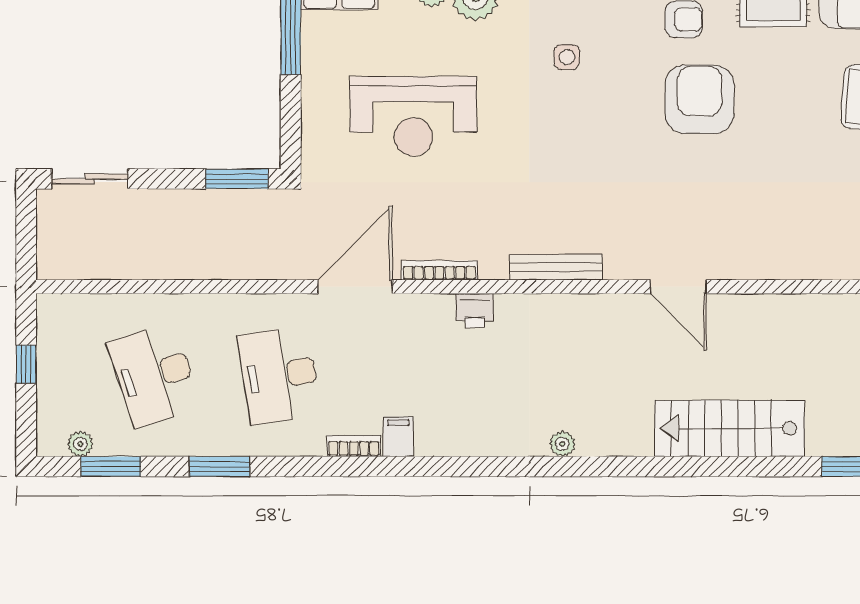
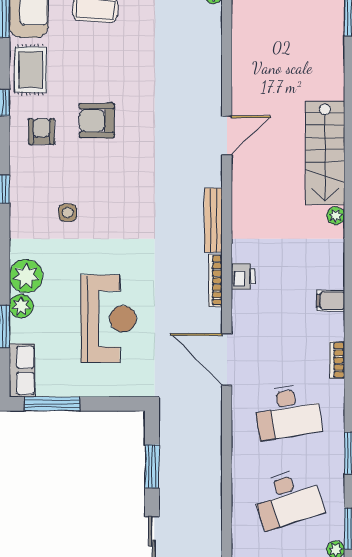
armchair: (700, 99) -> (97, 121), width x0.73, depth x0.73
window: (237, 179) -> (152, 466), moved
bookcase: (439, 270) -> (215, 280), moved
stairs: (730, 428) -> (325, 153), moved
filing cabinet: (398, 437) -> (331, 301), moved

